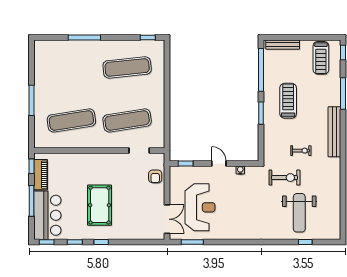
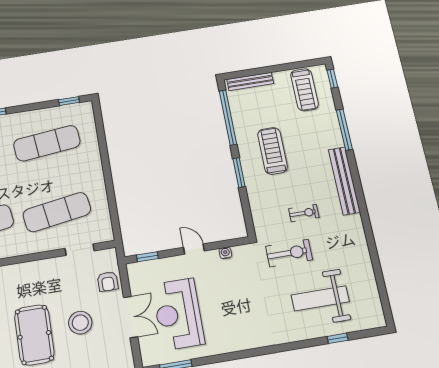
stool: (132, 202) -> (80, 323), added
reception desk: (200, 207) -> (178, 314), turned 180
weight bench: (299, 213) -> (320, 298), turned 90
double door: (167, 219) -> (131, 317), moved

